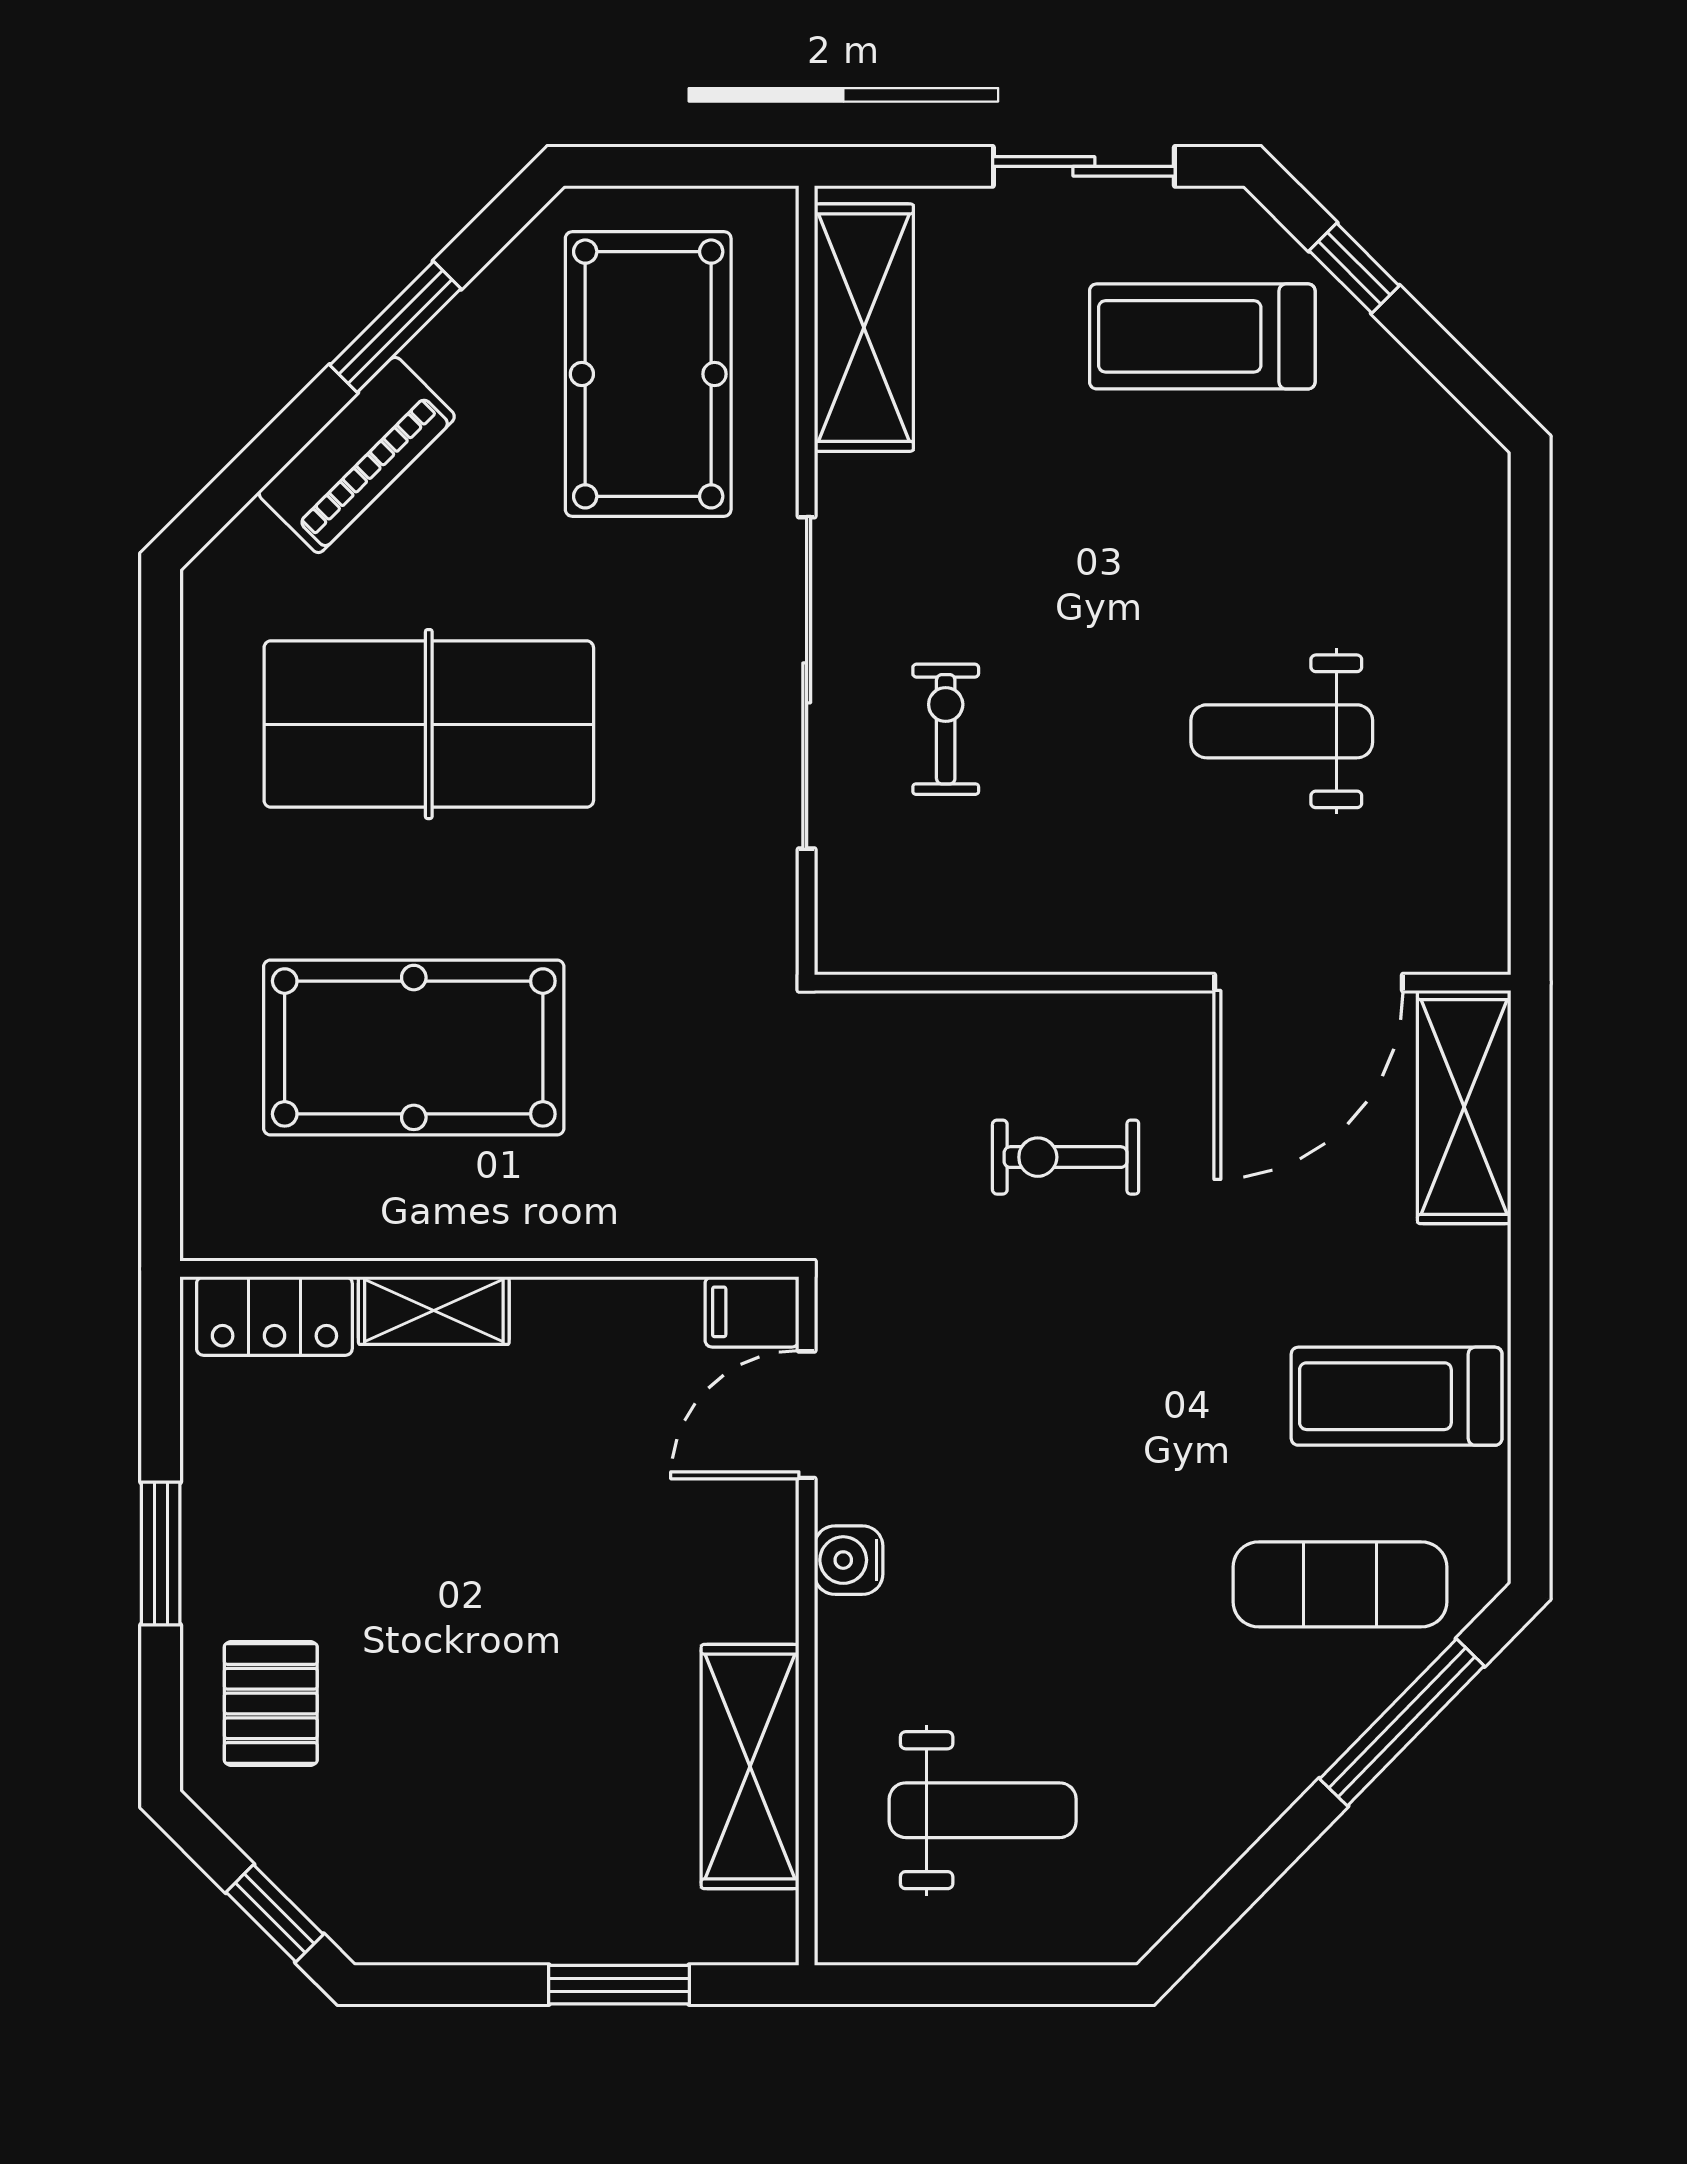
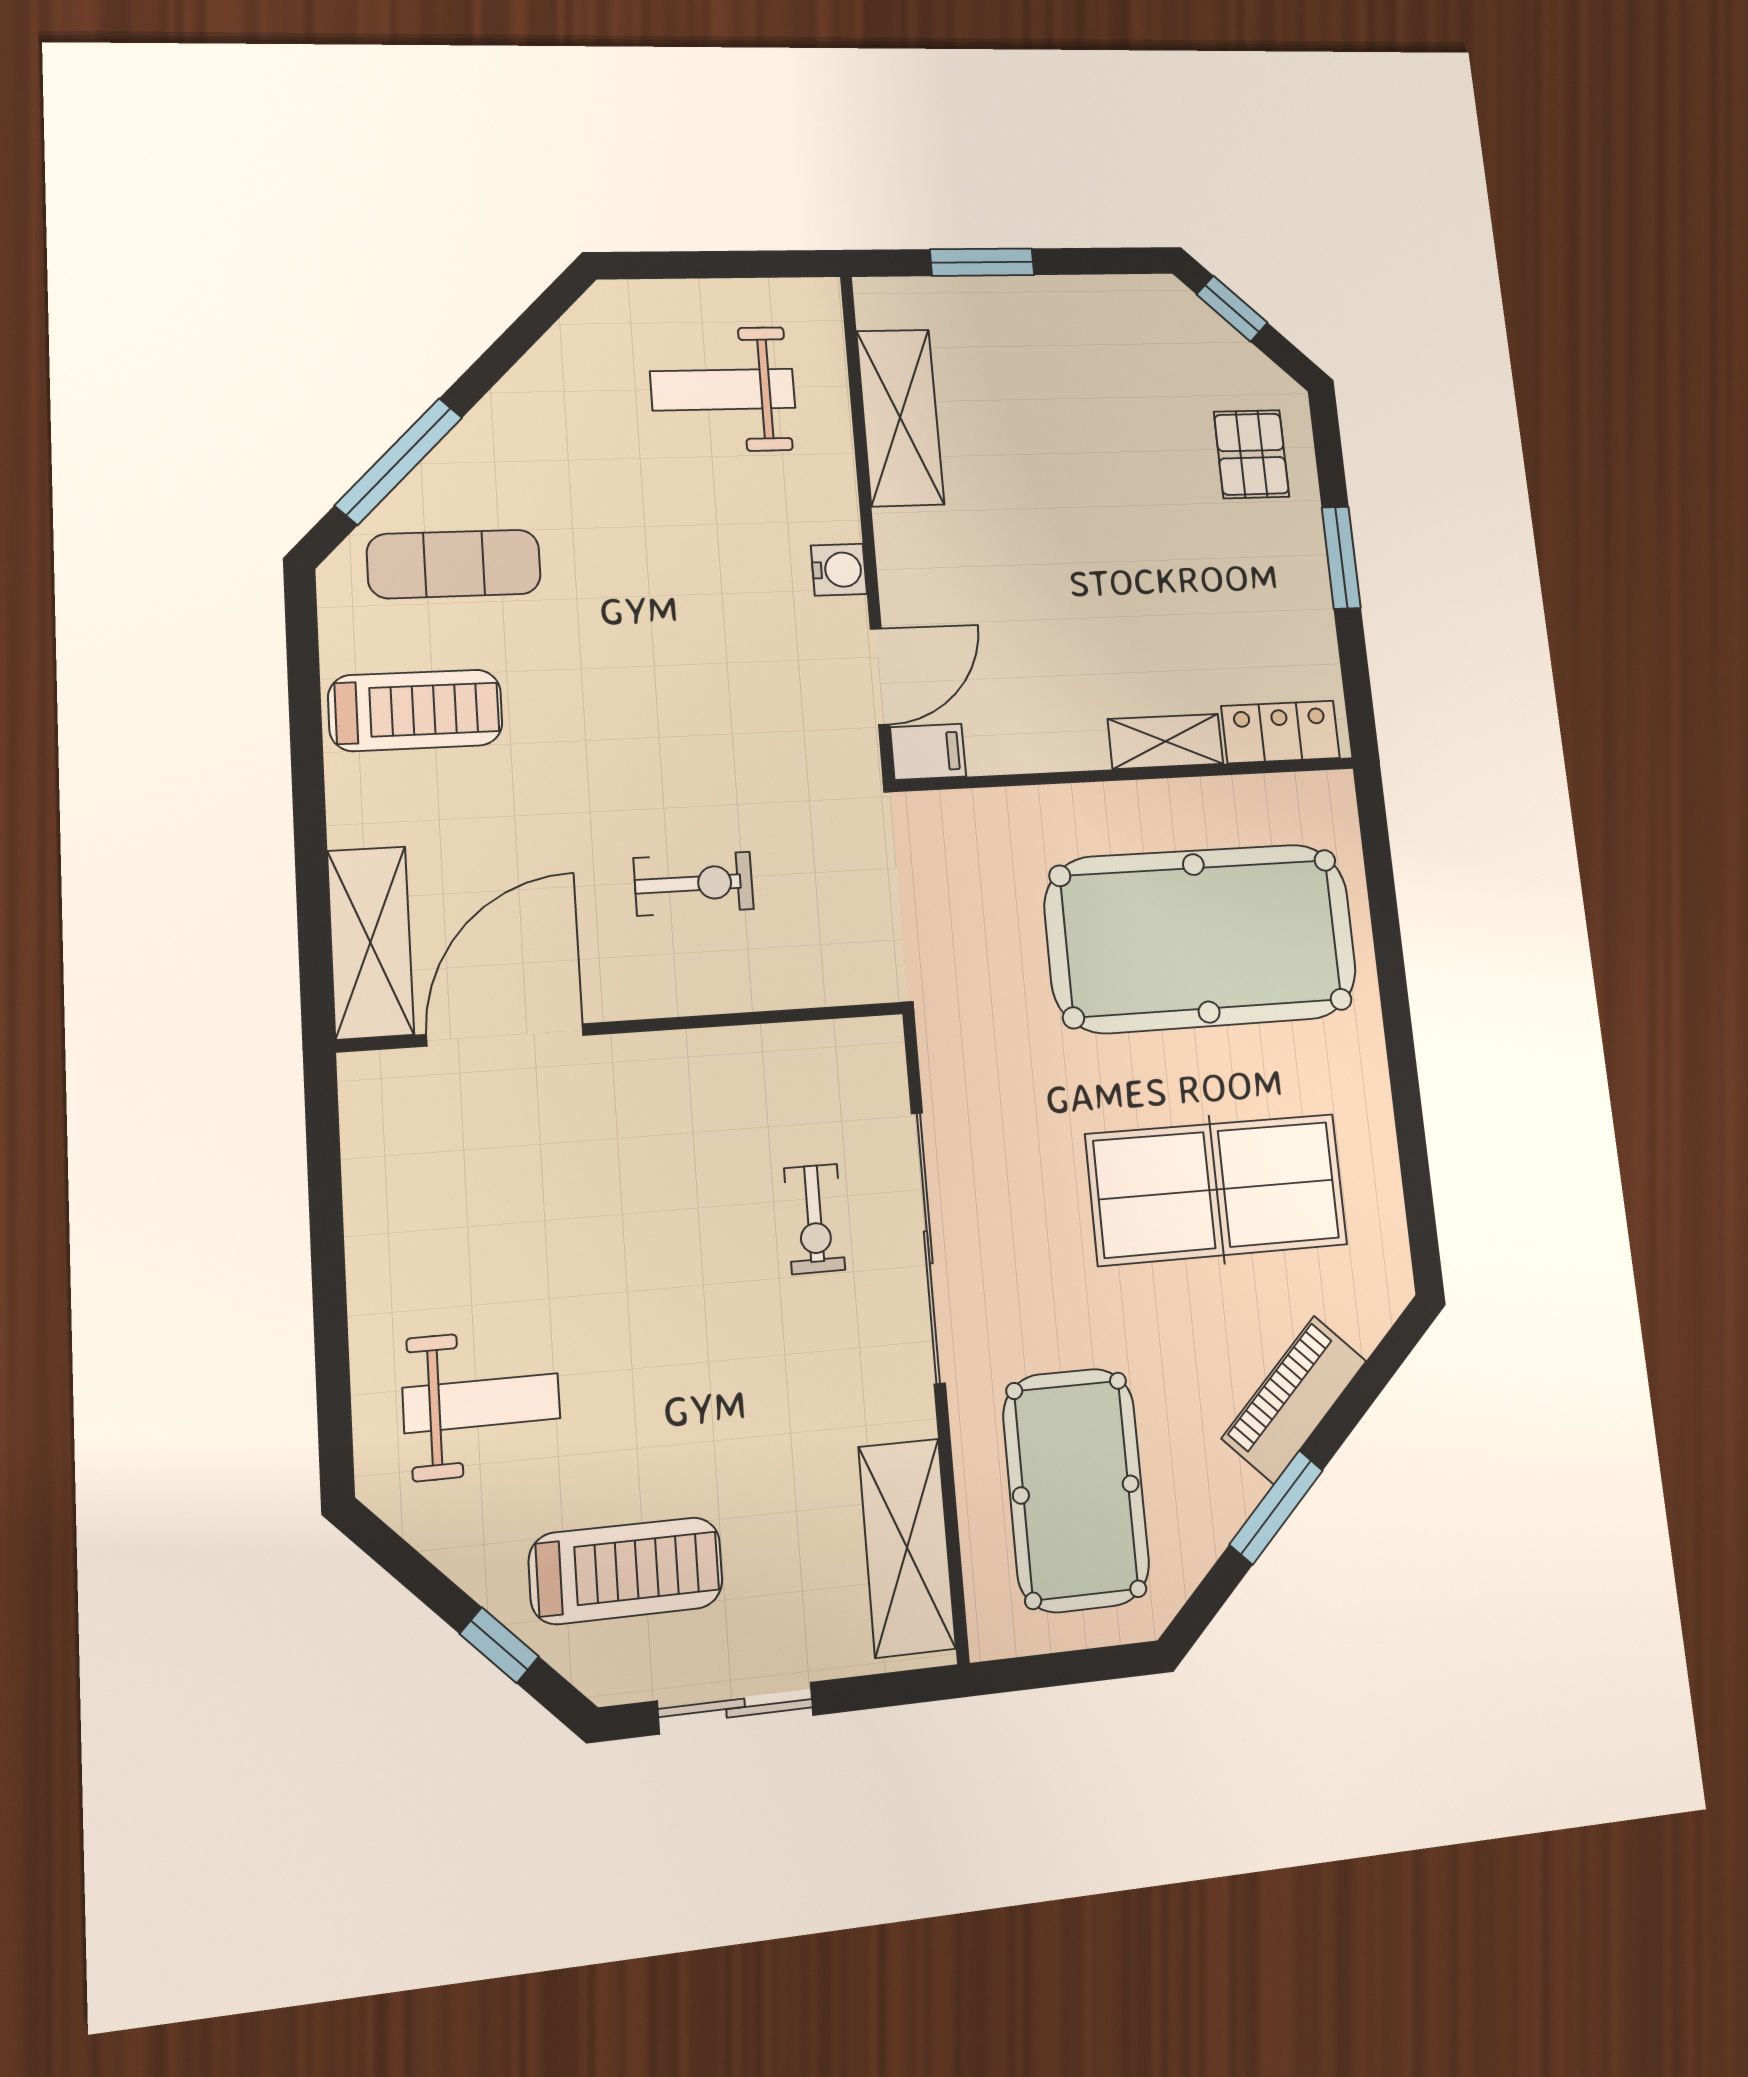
weight bench: (1282, 731) -> (481, 1403), moved
pool table: (414, 1047) -> (1201, 938), width x1.36, depth x1.32

